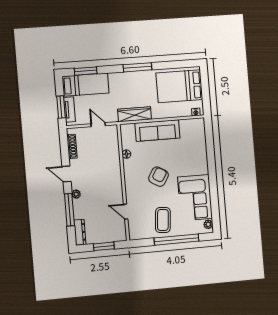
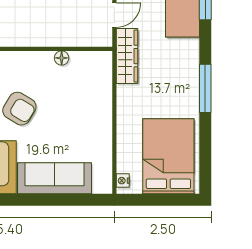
wardrobe: (134, 114) -> (127, 56), moved
sofa: (157, 131) -> (54, 178), moved, turned 90

